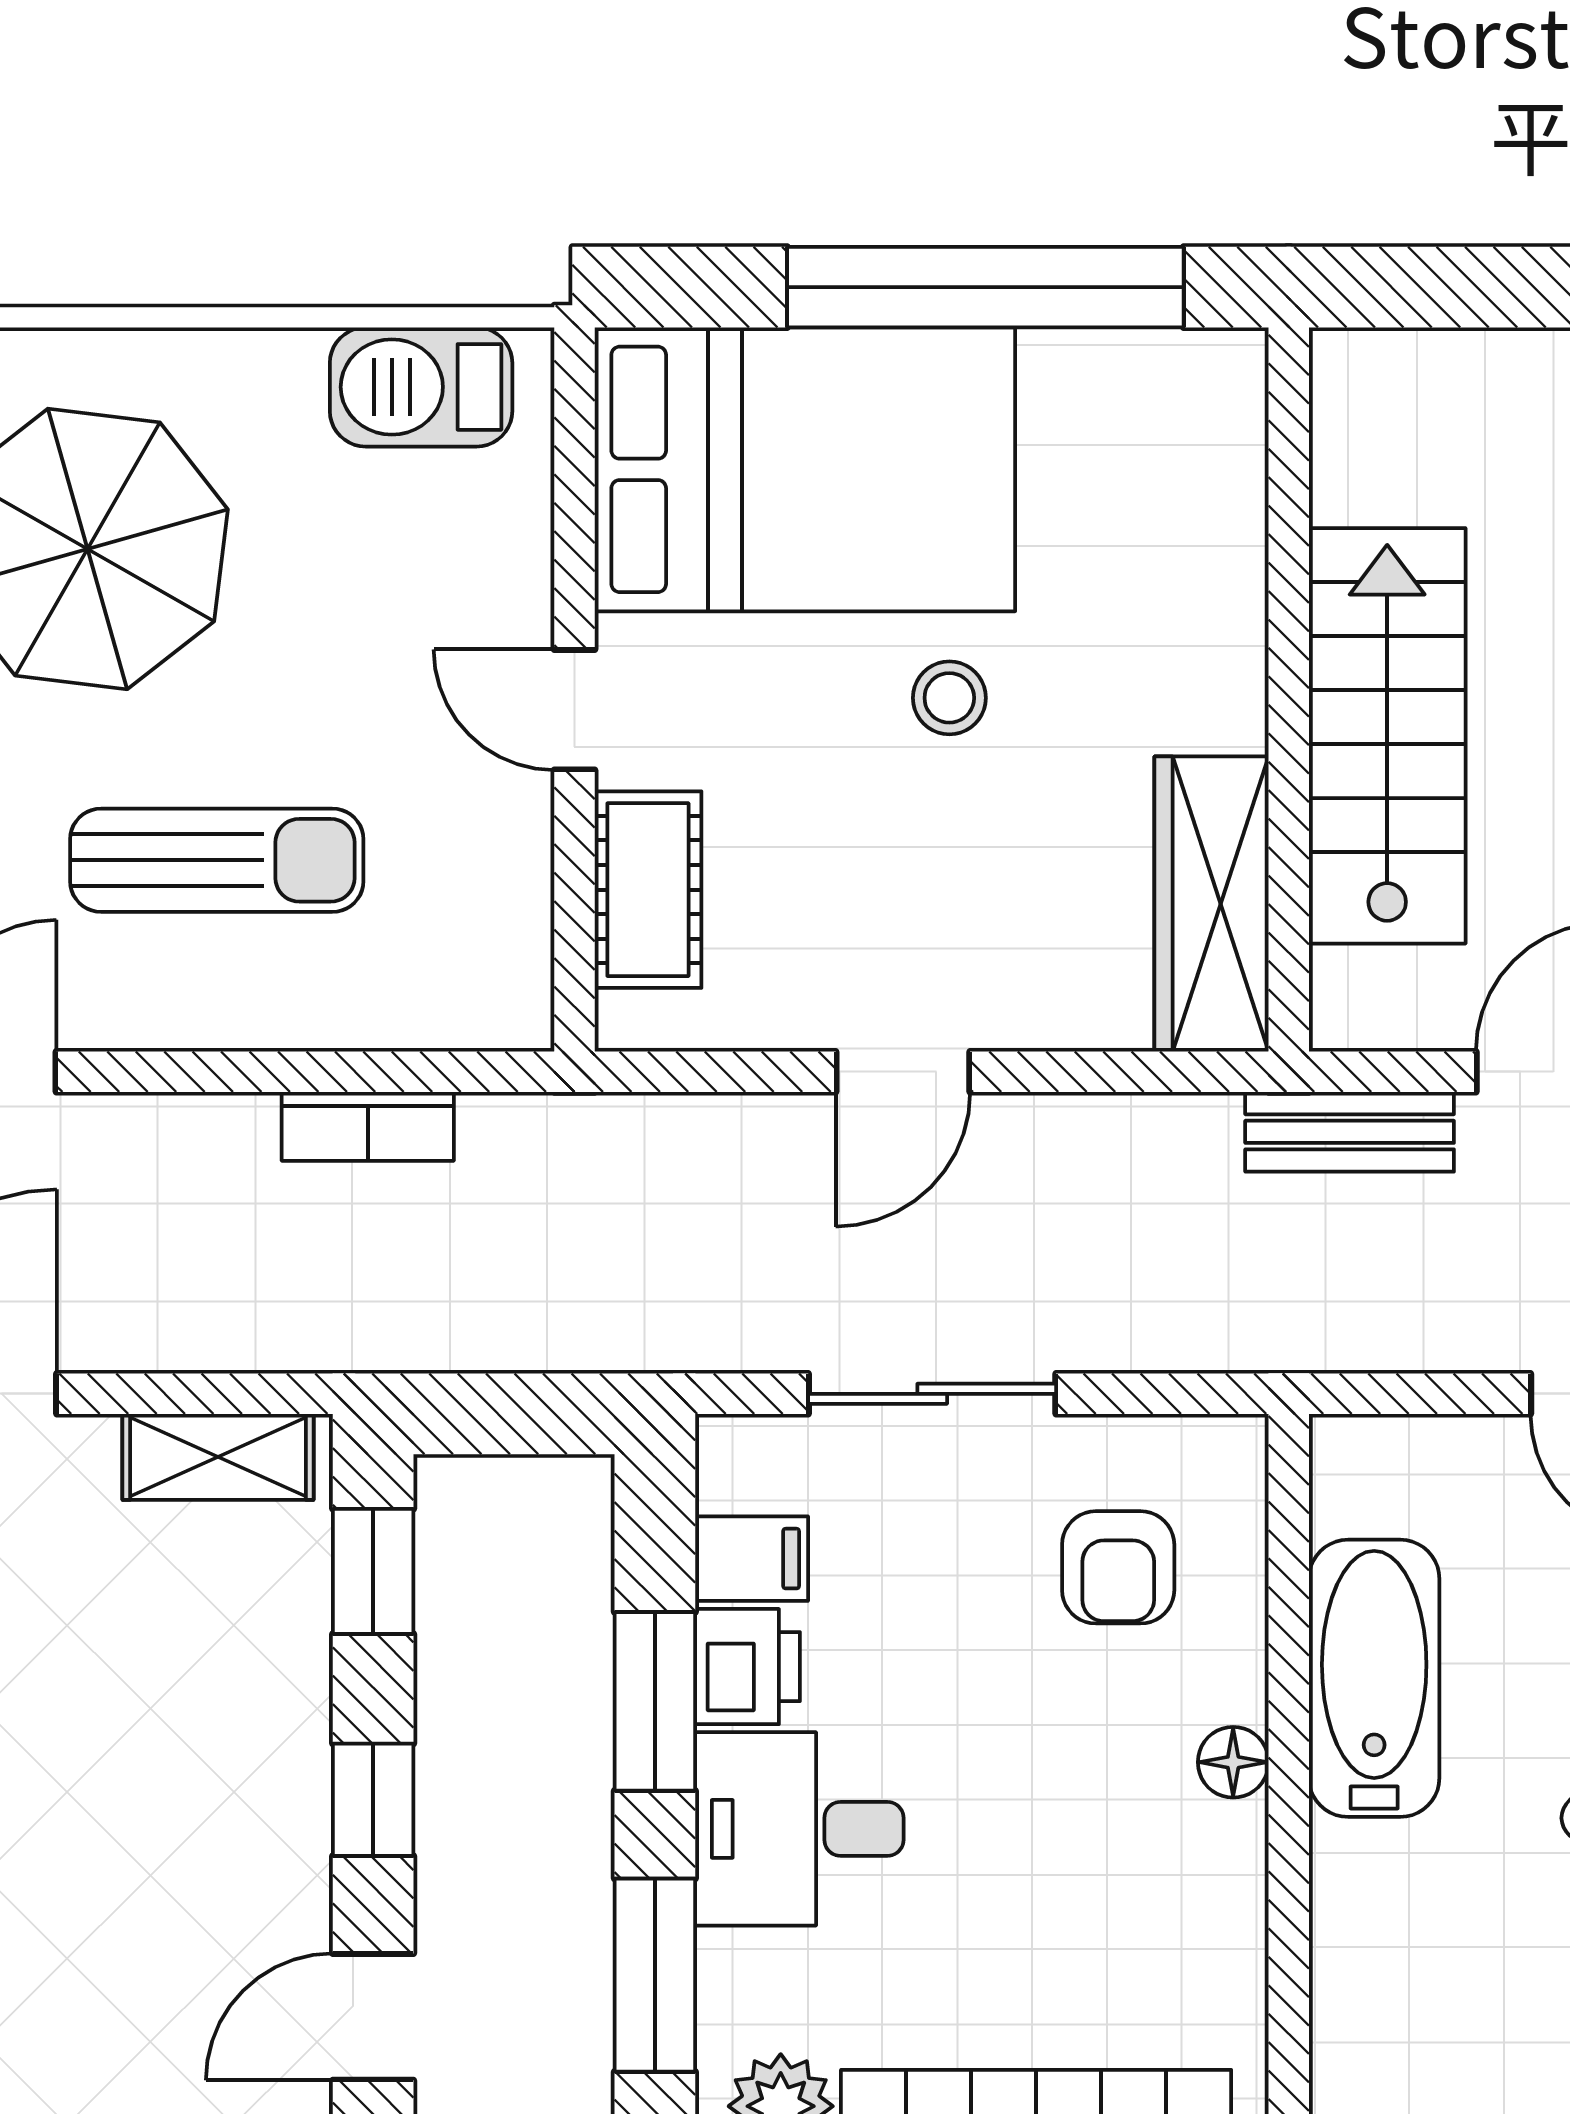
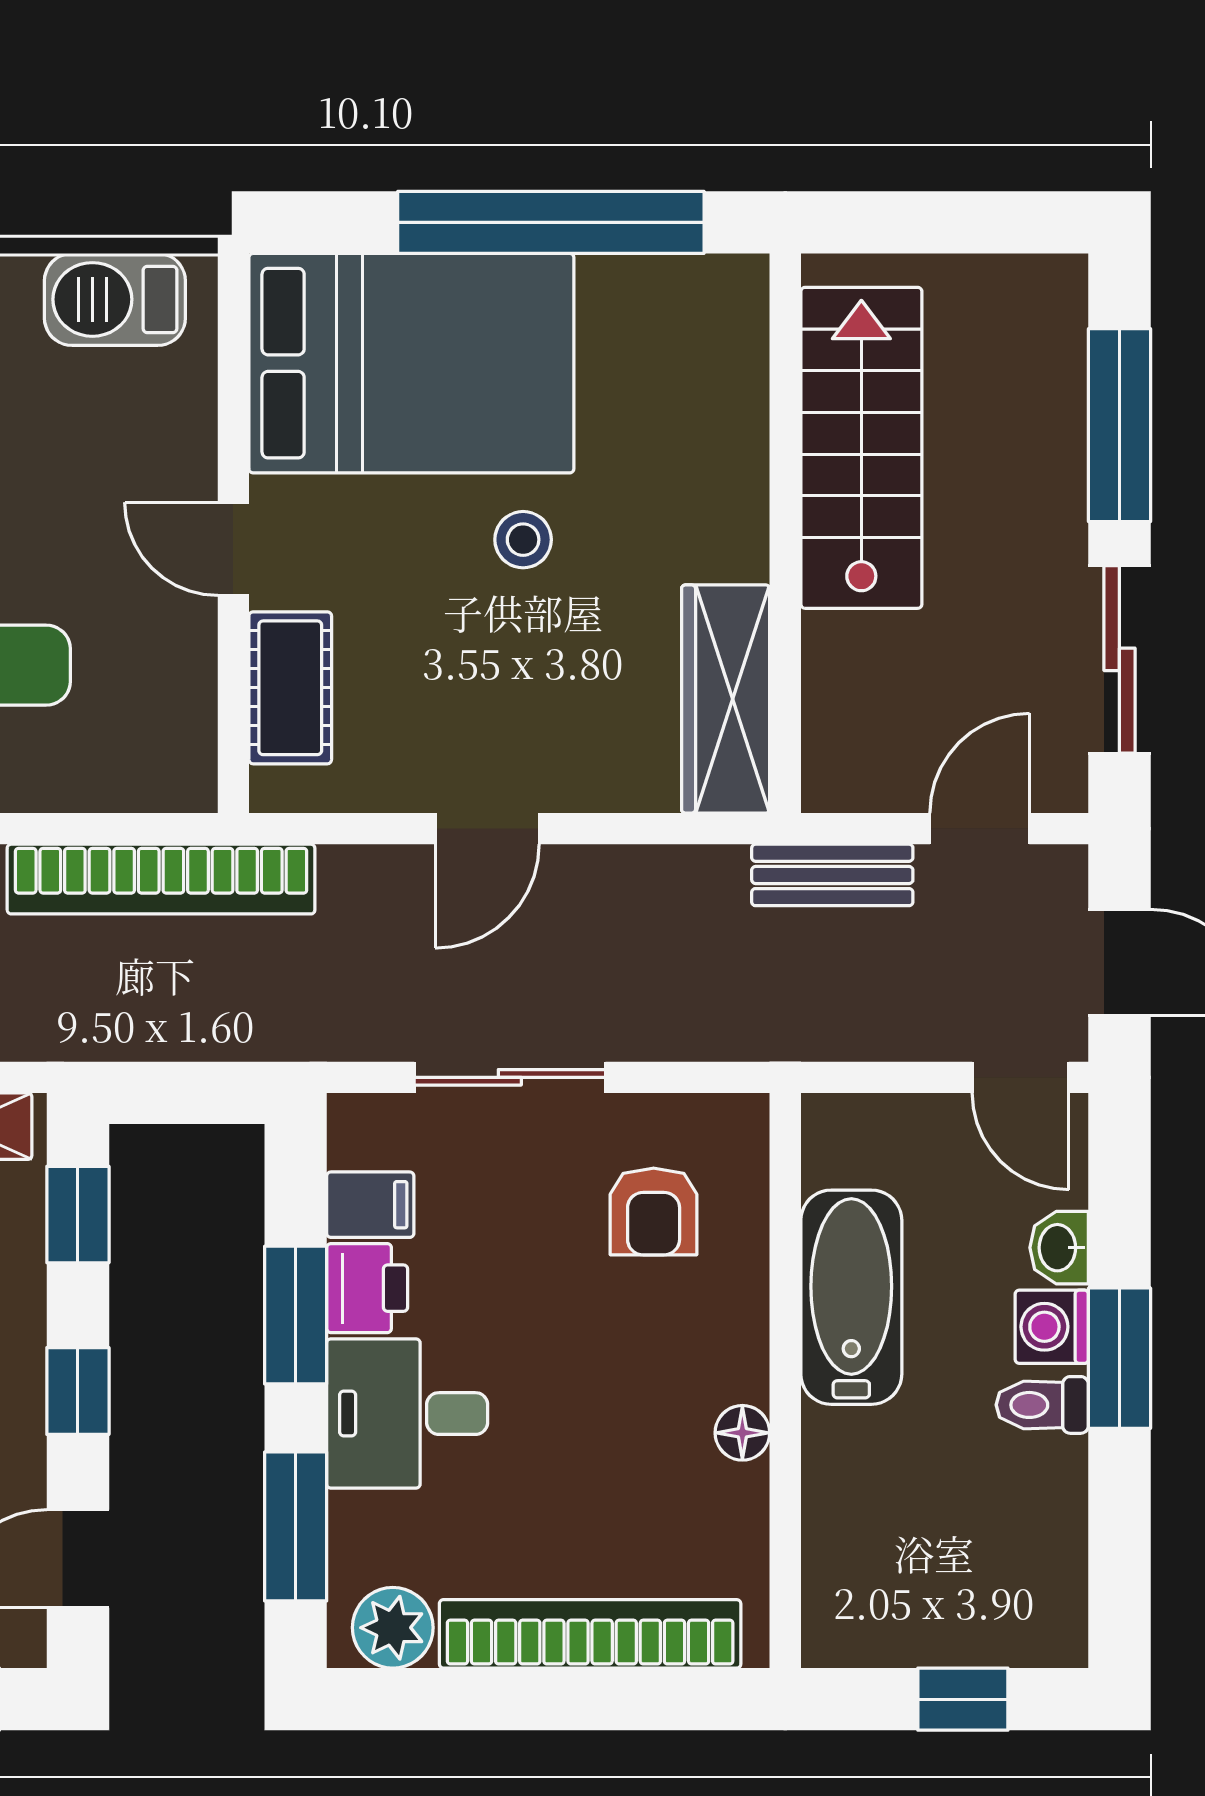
stairs: (1387, 736) -> (861, 448), moved
bookcase: (368, 1126) -> (161, 879), width x2.31, depth x1.31
floor lamp: (1233, 1762) -> (742, 1433), moved

